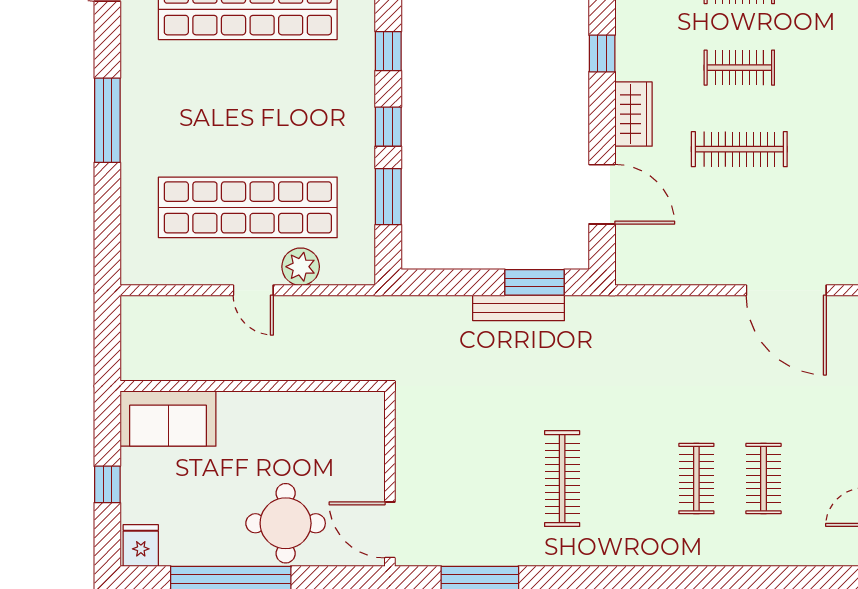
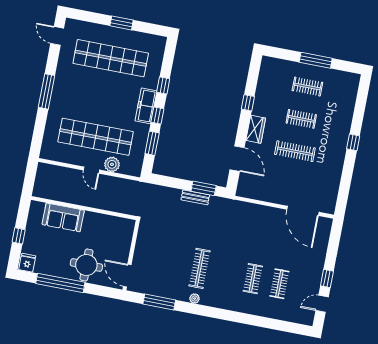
freezer: (356, 109) -> (146, 106), added
bench: (519, 308) -> (195, 197), width x0.73
sofa: (168, 419) -> (63, 217), moved
plant: (564, 554) -> (195, 298), added

